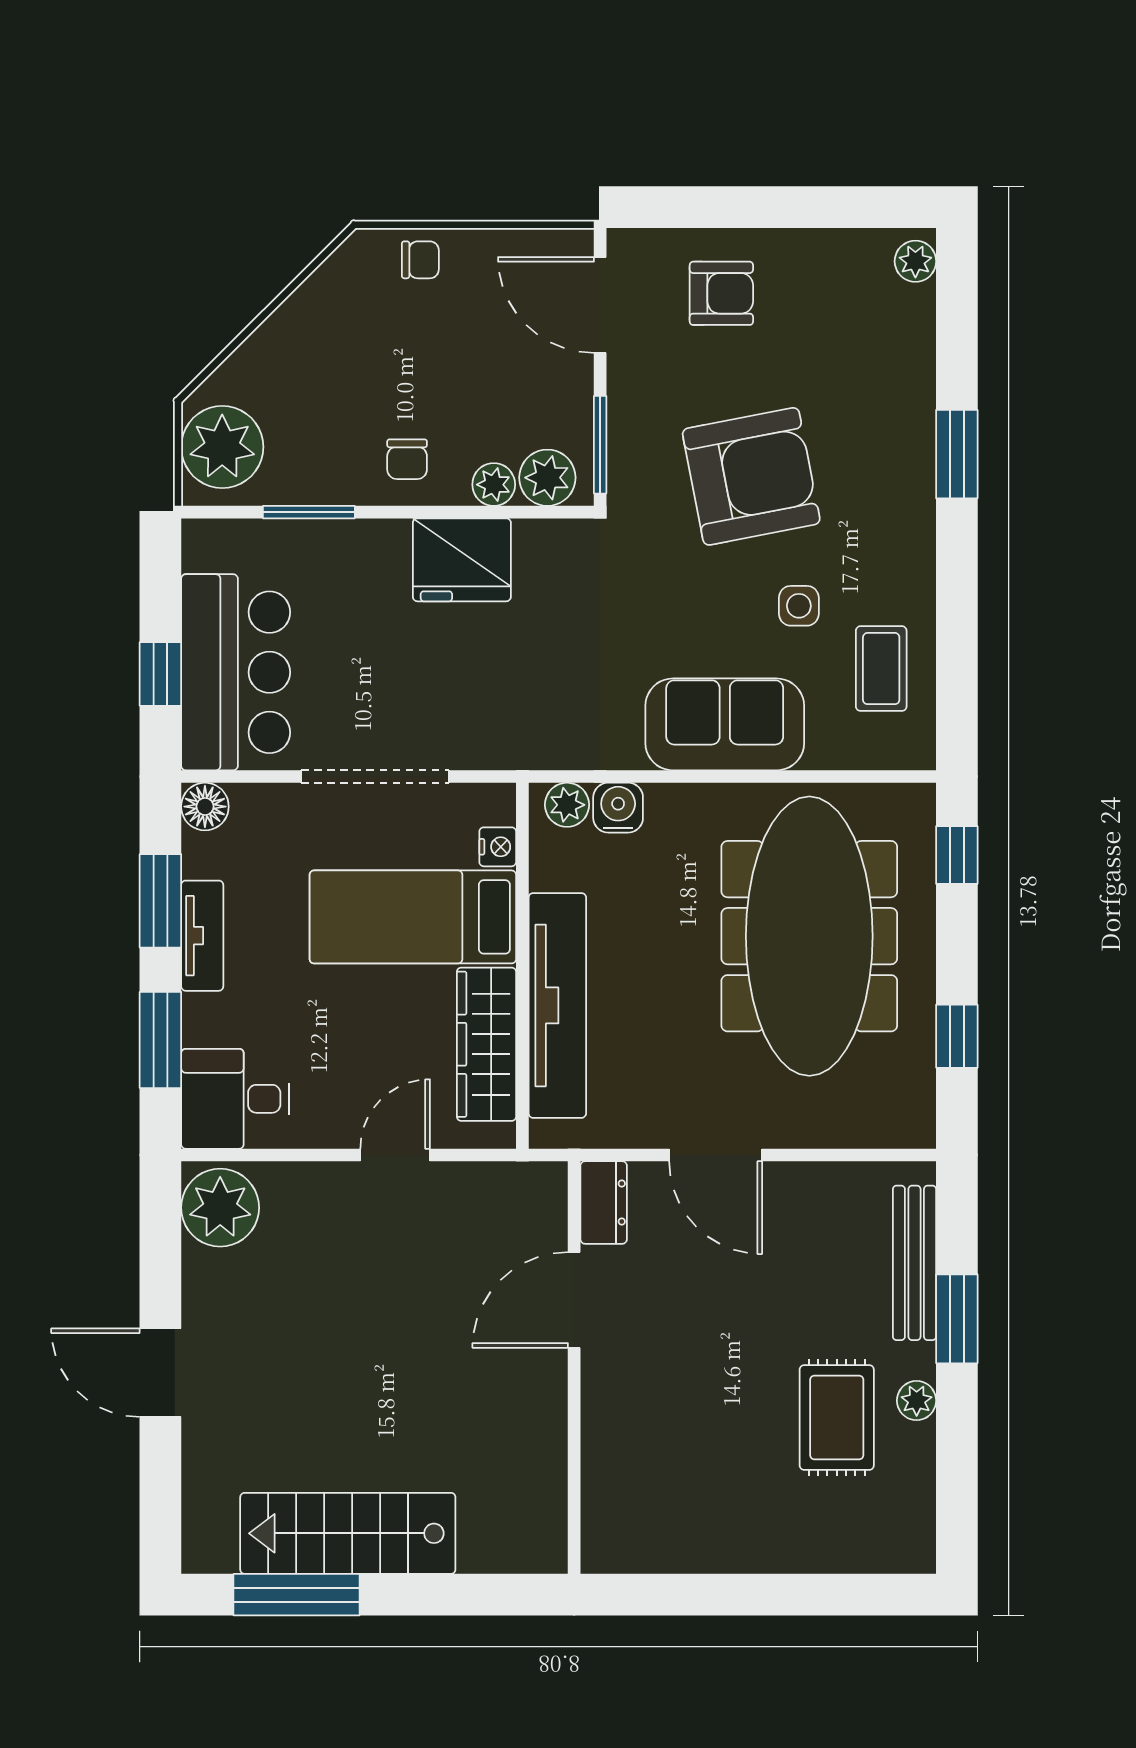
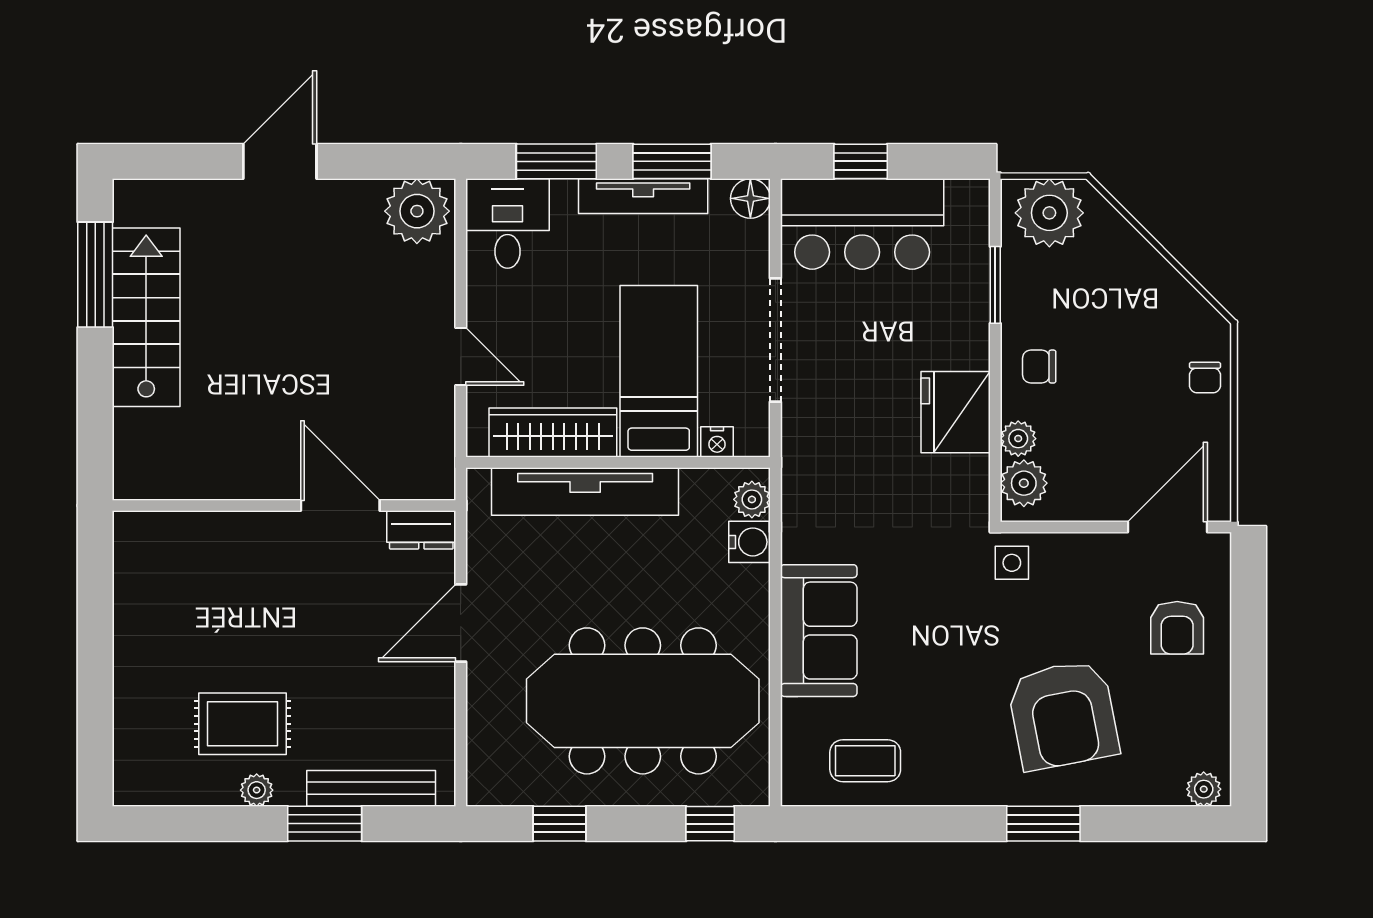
window: (600, 445) -> (1051, 527), removed
armchair: (751, 476) -> (1063, 715), moved
side table: (799, 606) -> (1012, 563), moved
tv unit: (202, 936) -> (643, 196), width x1.41

